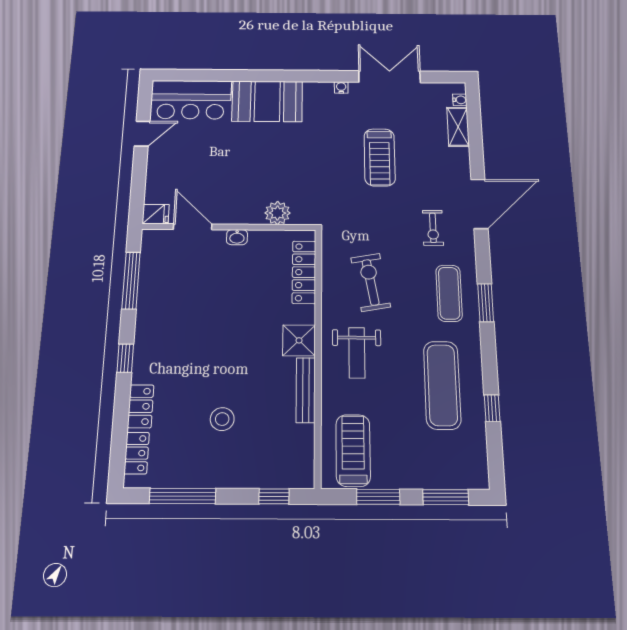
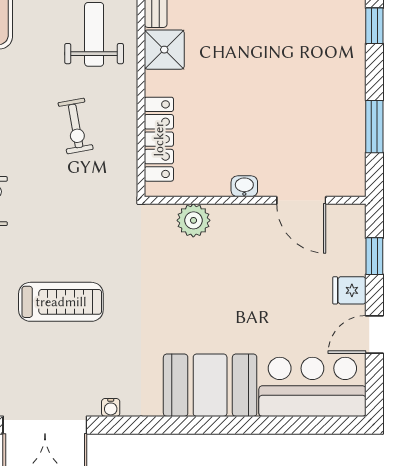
treadmill: (380, 157) -> (61, 302), turned 90
window: (138, 187) -> (374, 256), added
fridge: (156, 214) -> (349, 290), moved
window: (131, 280) -> (374, 127), width x0.69
exercise bike: (371, 282) -> (76, 126), width x0.73, depth x0.72

